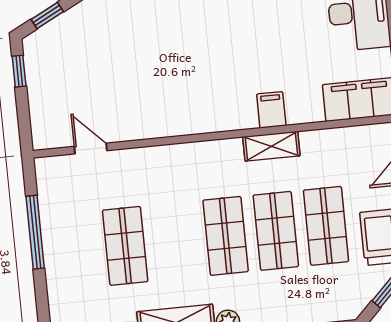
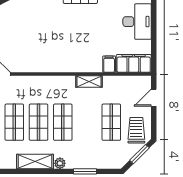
filing cabinet: (271, 110) -> (109, 64), moved
shop shelf: (276, 231) -> (39, 122), moved

